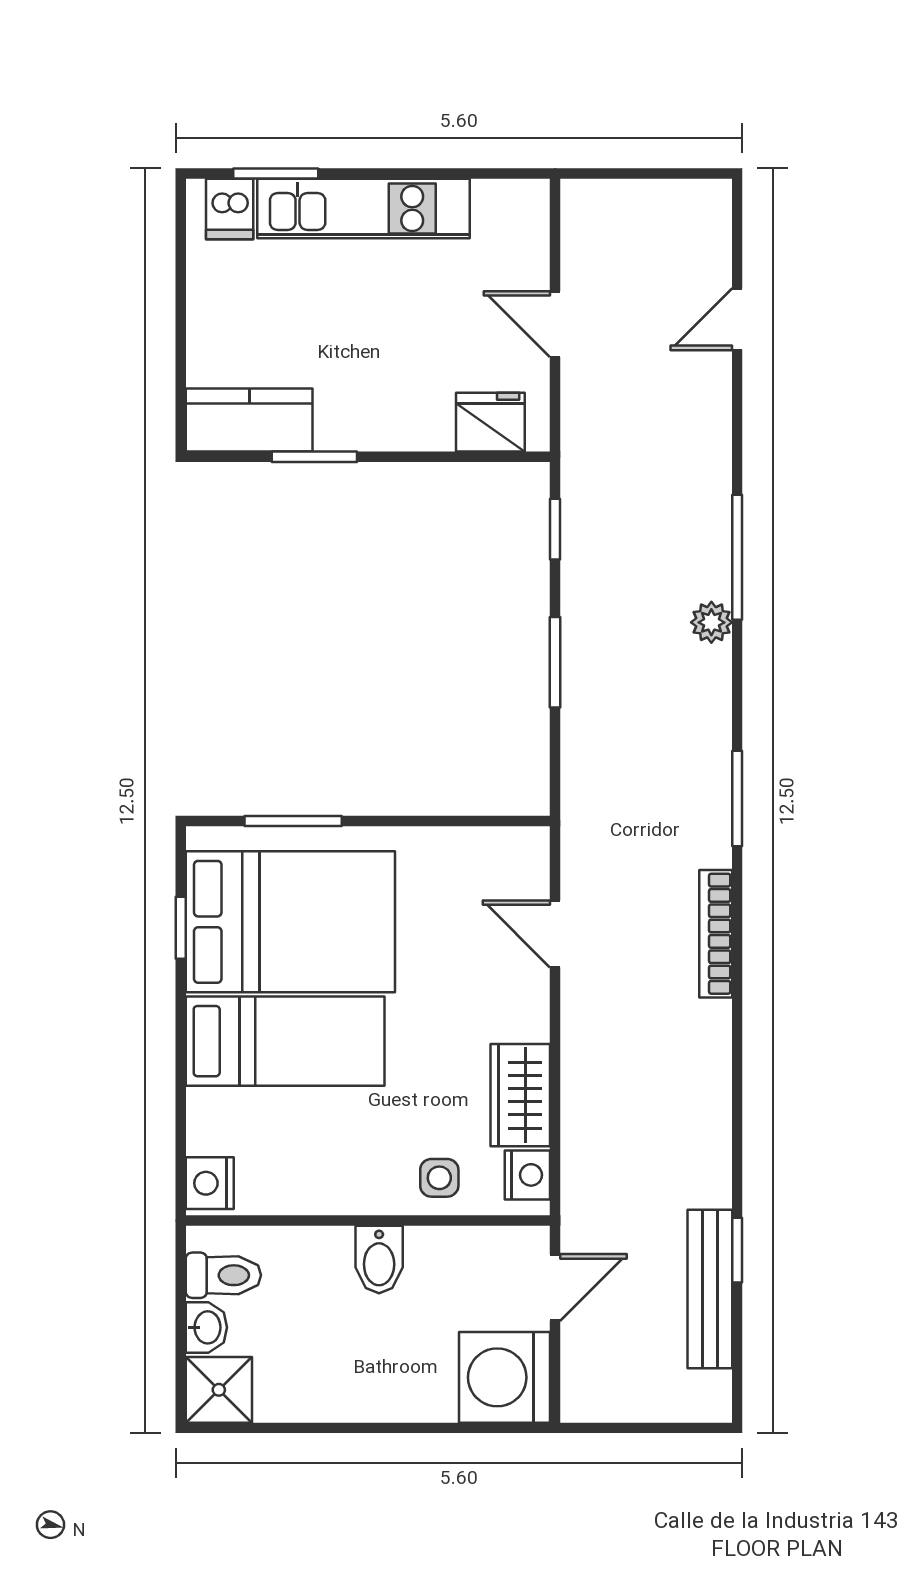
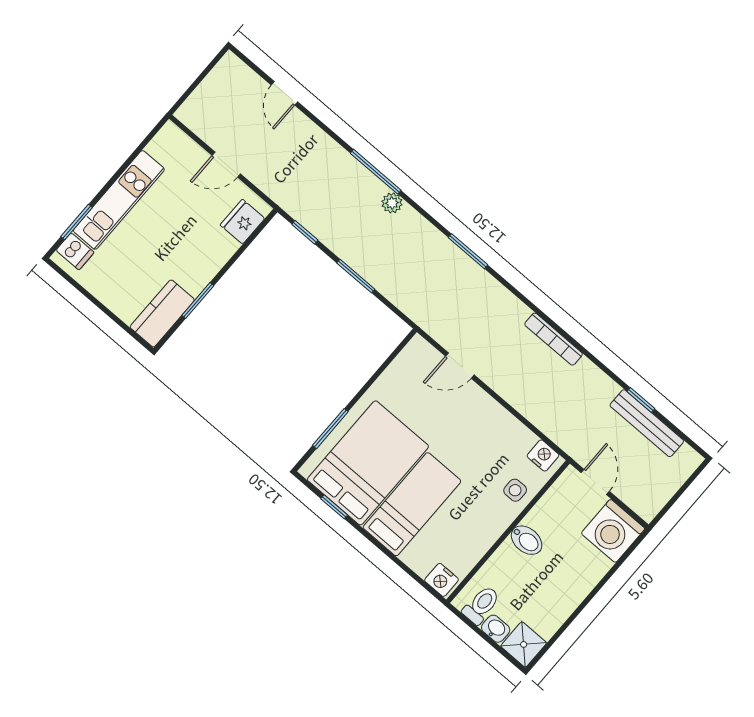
bookcase: (716, 934) -> (554, 339), moved
wardrobe: (520, 1095) -> (510, 432), removed

